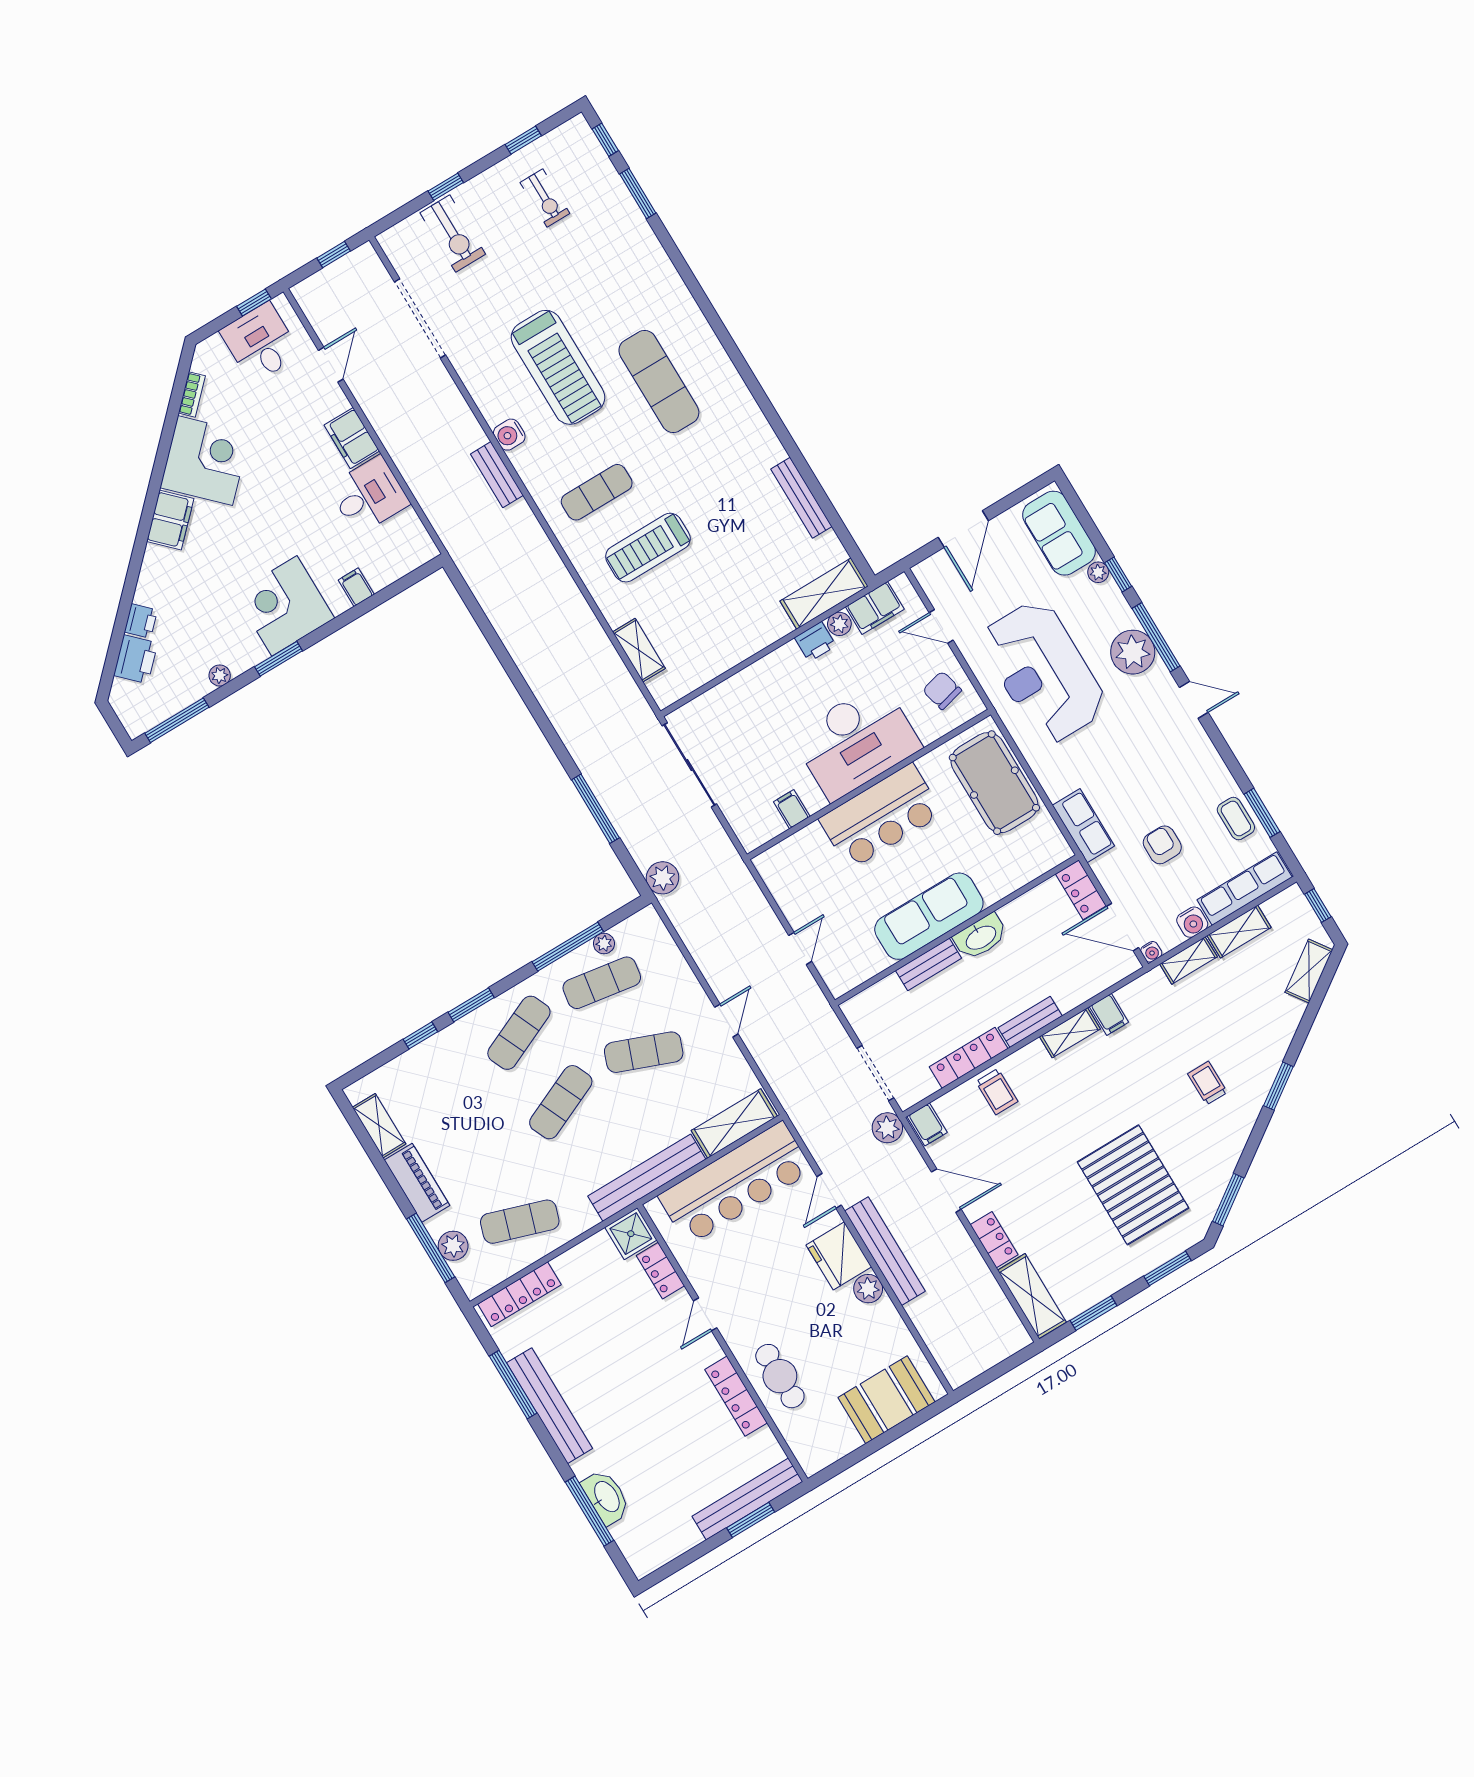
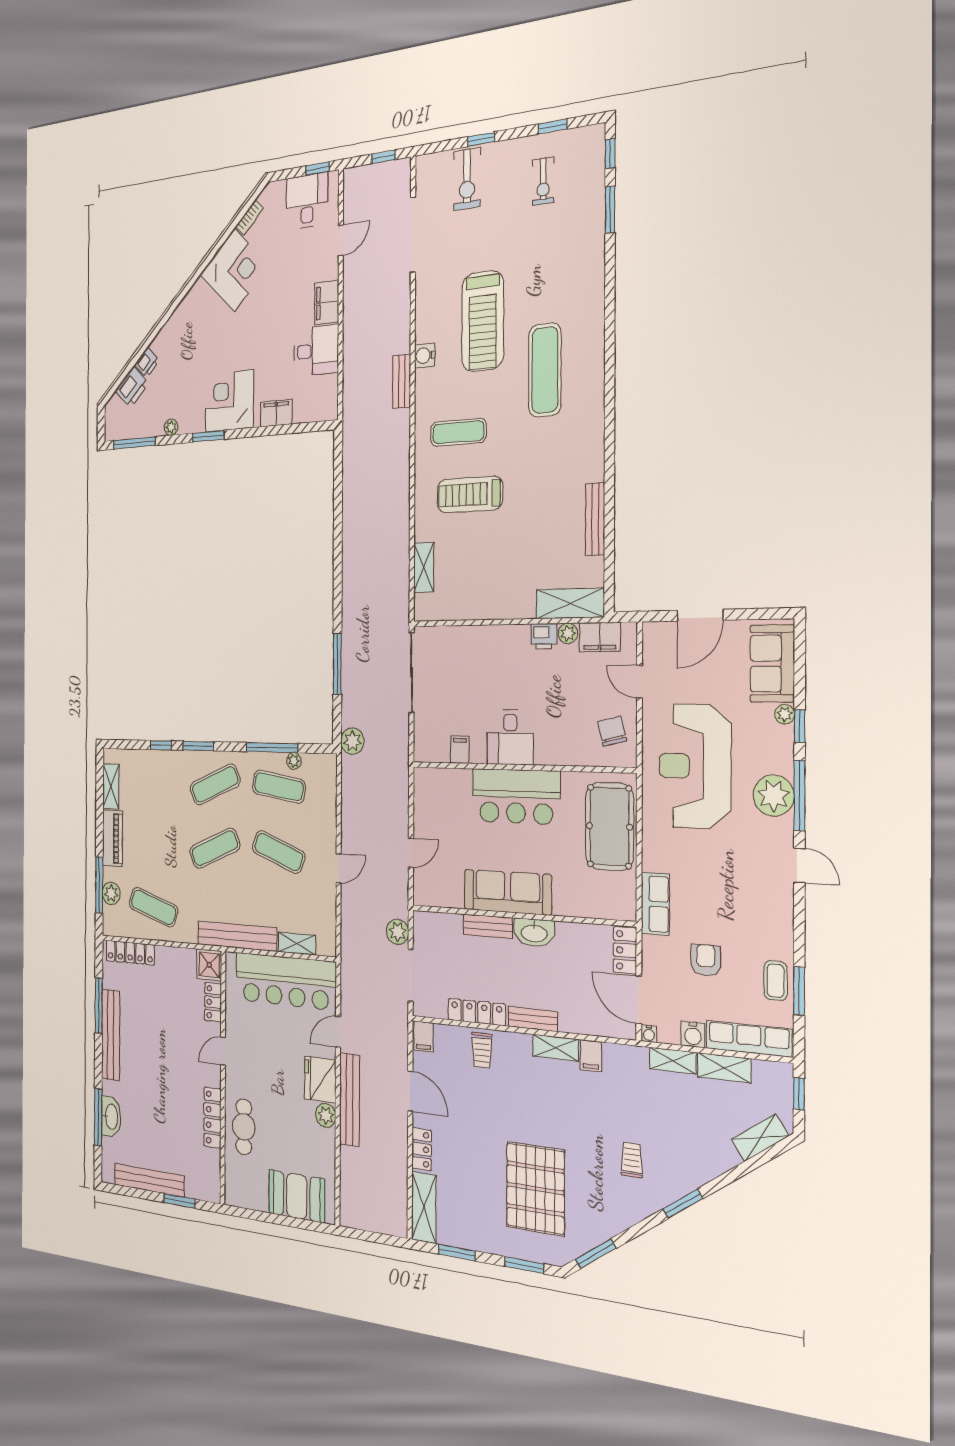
filing cabinet: (170, 520) -> (195, 302), removed
filing cabinet: (356, 587) -> (276, 413), width x2.00
desk: (856, 741) -> (510, 737), width x0.53, depth x0.77
shelving: (734, 1123) -> (297, 944), width x0.67, depth x0.75
plant: (887, 1128) -> (398, 932), moved
bench: (747, 1499) -> (149, 1180), moved

